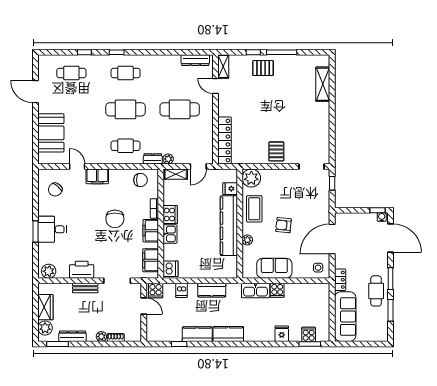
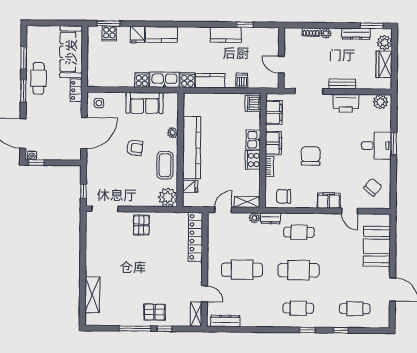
cooker: (156, 291) -> (187, 80), moved
kitchen counter: (228, 334) -> (161, 34), moved

